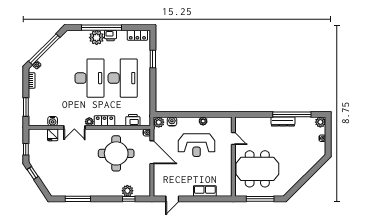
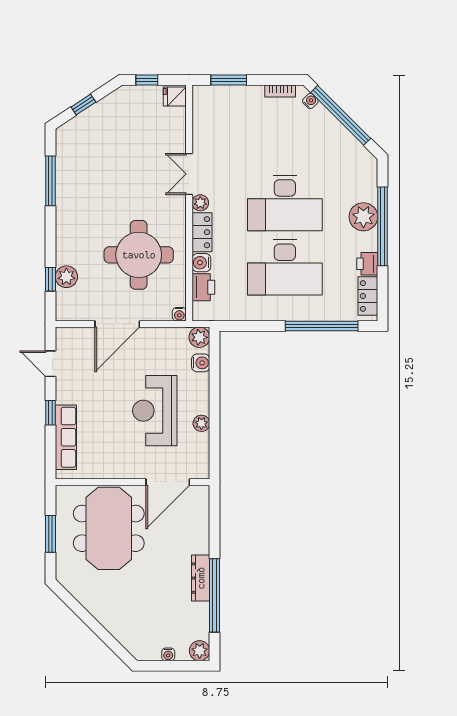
printer: (111, 36) -> (367, 264), moved
window: (153, 59) -> (322, 326), width x2.11
water cooler: (53, 121) -> (201, 263), moved
fridge: (53, 135) -> (175, 96), moved
door: (233, 139) -> (168, 482), width x1.88
door: (152, 152) -> (117, 324), moved
window: (33, 173) -> (83, 105), moved
row of seats: (205, 191) -> (66, 437), width x1.48
window: (198, 199) -> (51, 413), added
window: (260, 199) -> (51, 534), width x0.69

